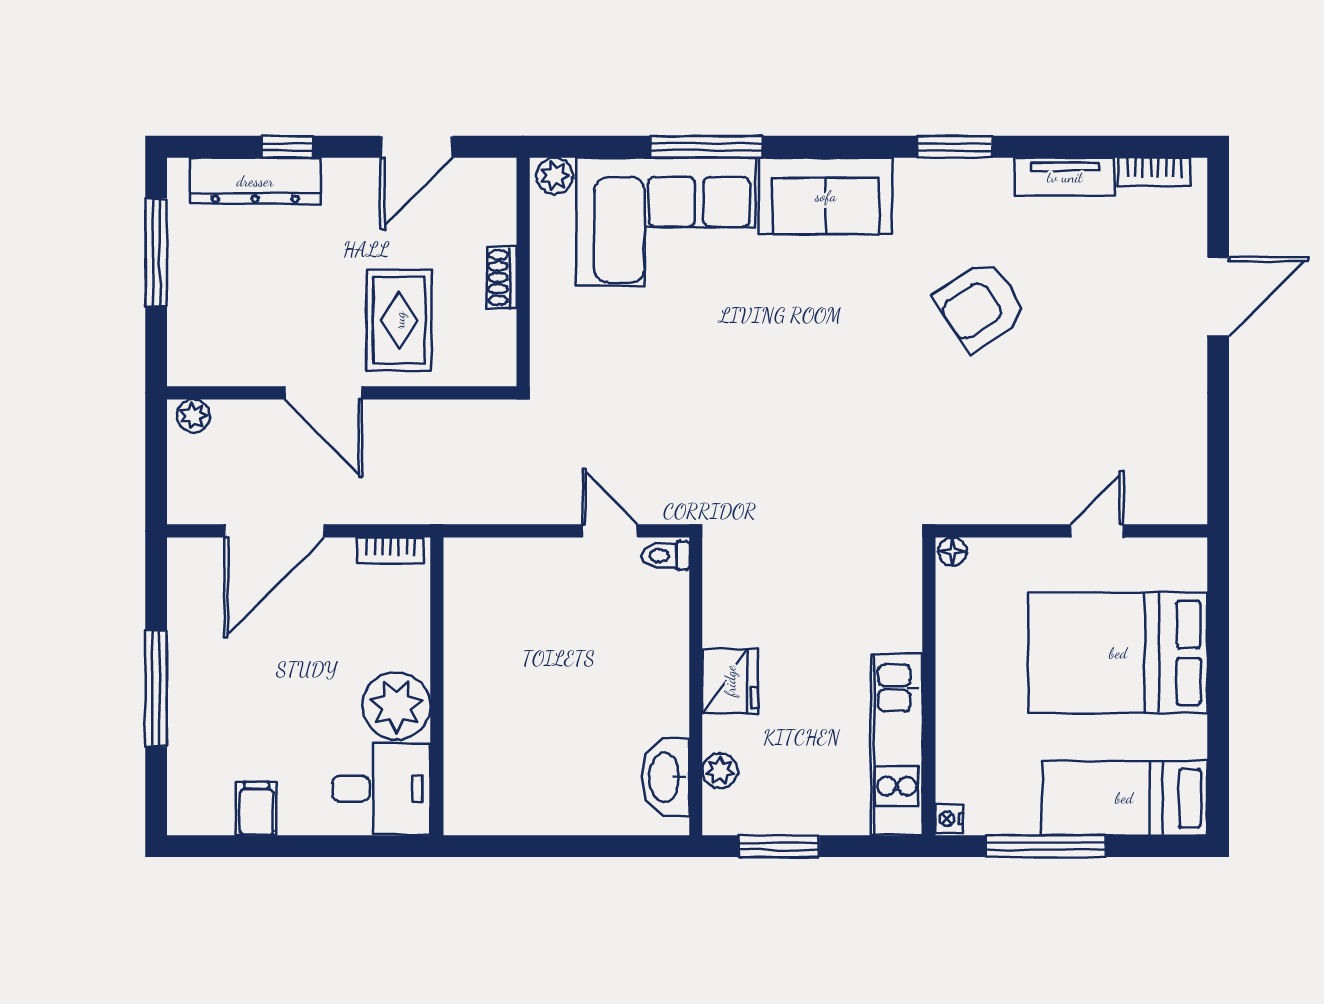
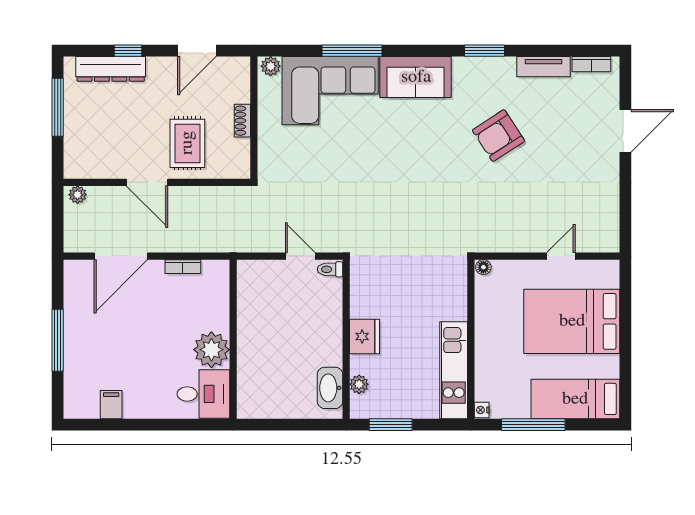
wall: (437, 686) -> (233, 339), moved
plant: (396, 706) -> (211, 350), moved
desk: (381, 789) -> (203, 394), moved

